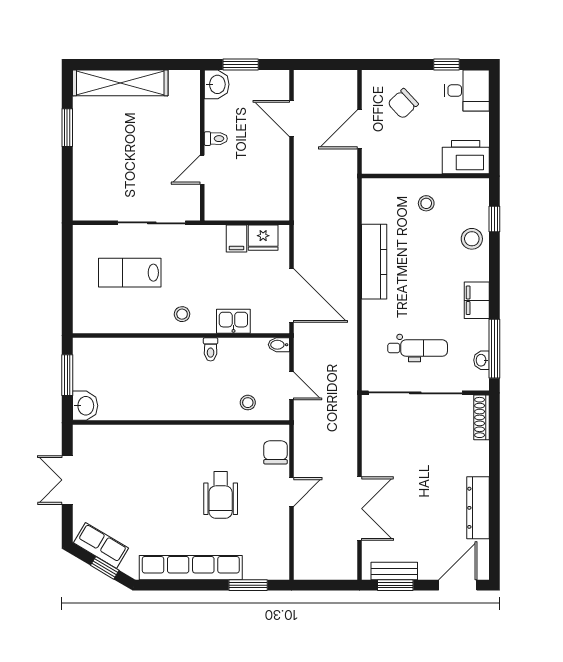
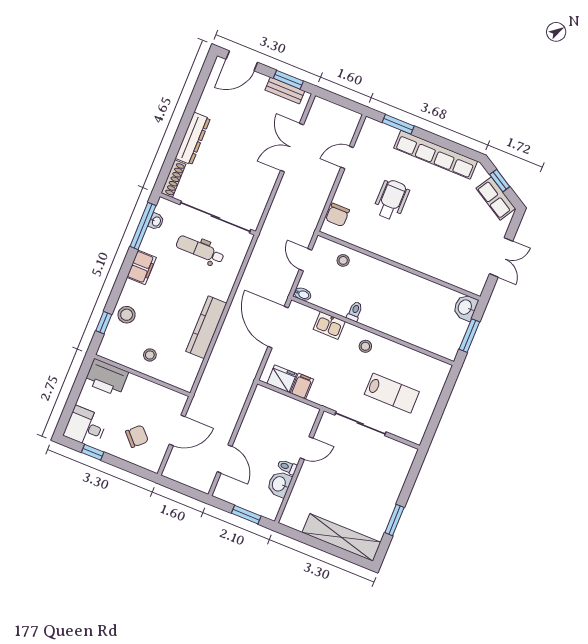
washbasin: (217, 84) -> (279, 484), moved
door: (291, 492) -> (347, 157), moved
dresser: (478, 508) -> (193, 138), moved

